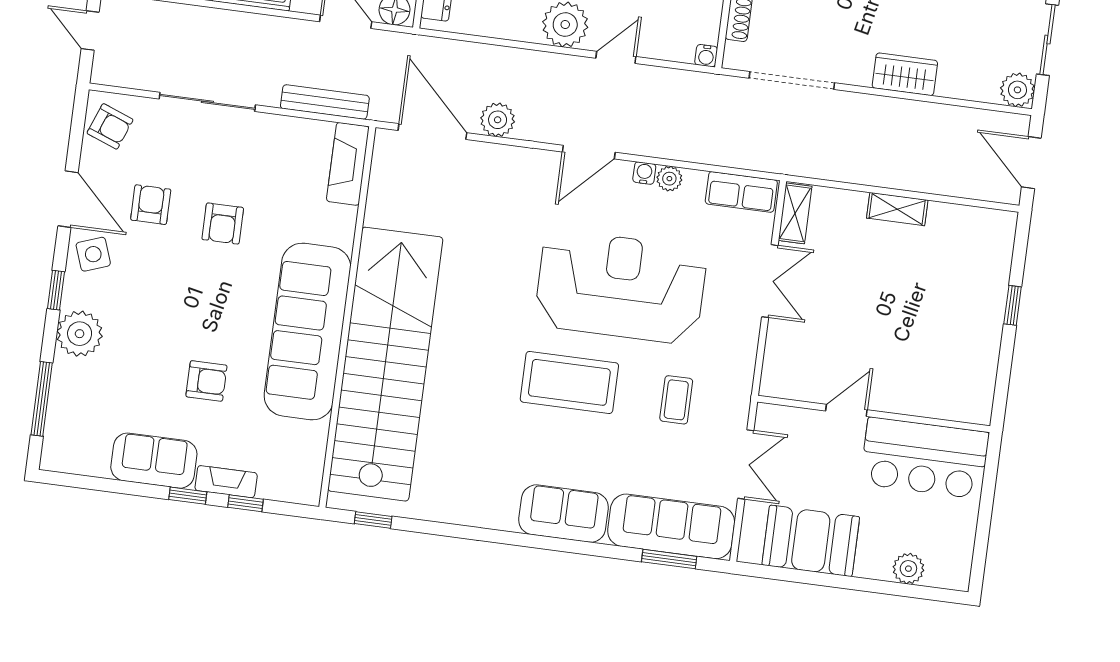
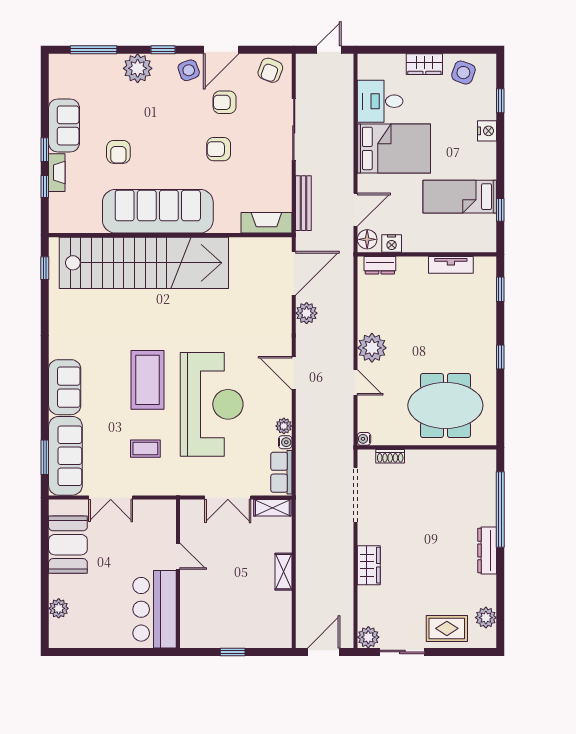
water cooler: (644, 173) -> (285, 442), moved
armchair: (151, 205) -> (225, 102), turned 180
door: (846, 410) -> (178, 556), moved
wall: (874, 414) -> (178, 574), moved
bar counter: (925, 458) -> (154, 609), moved

